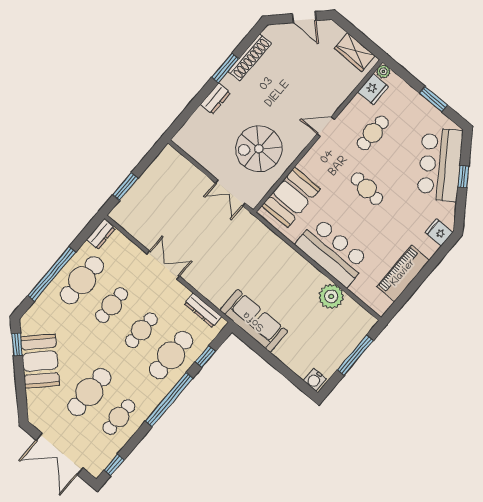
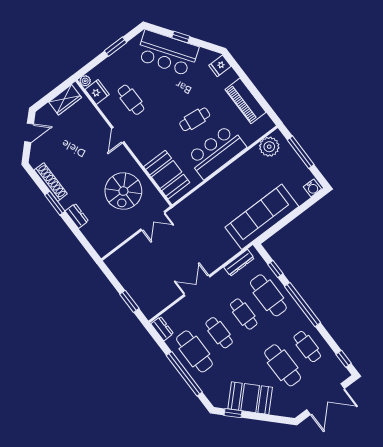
cafe table: (367, 189) -> (195, 119), moved
plant: (331, 296) -> (269, 147), moved
sofa: (254, 321) -> (262, 217), width x1.36, depth x1.27

